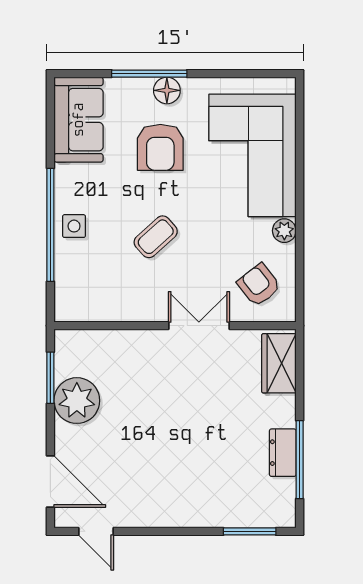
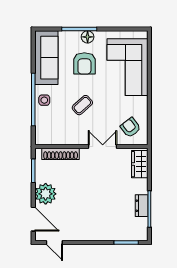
sofa: (78, 120) -> (46, 58), width x1.36
plant: (284, 231) -> (142, 102), removed
shoe rack: (109, 341) -> (61, 154), added
plant: (77, 401) -> (46, 194), moved

